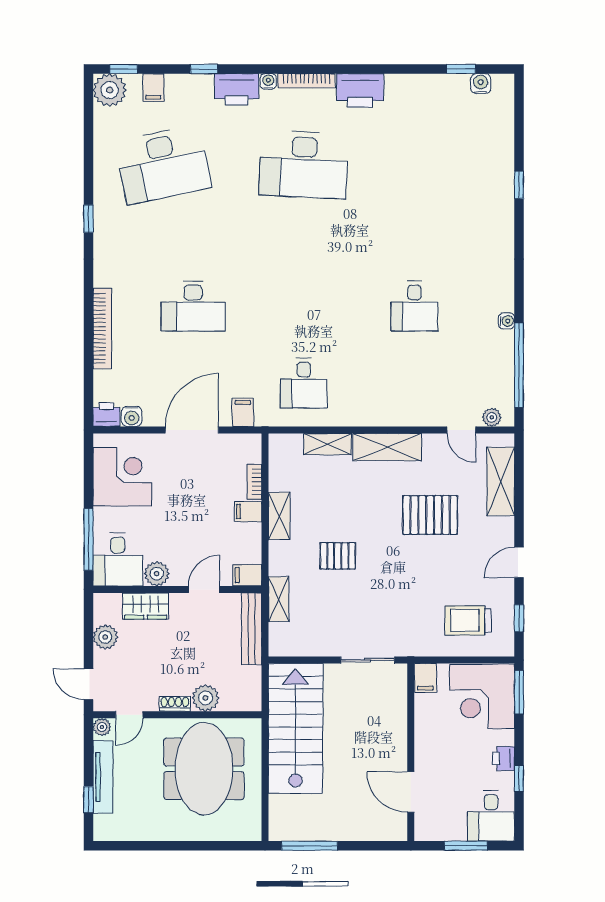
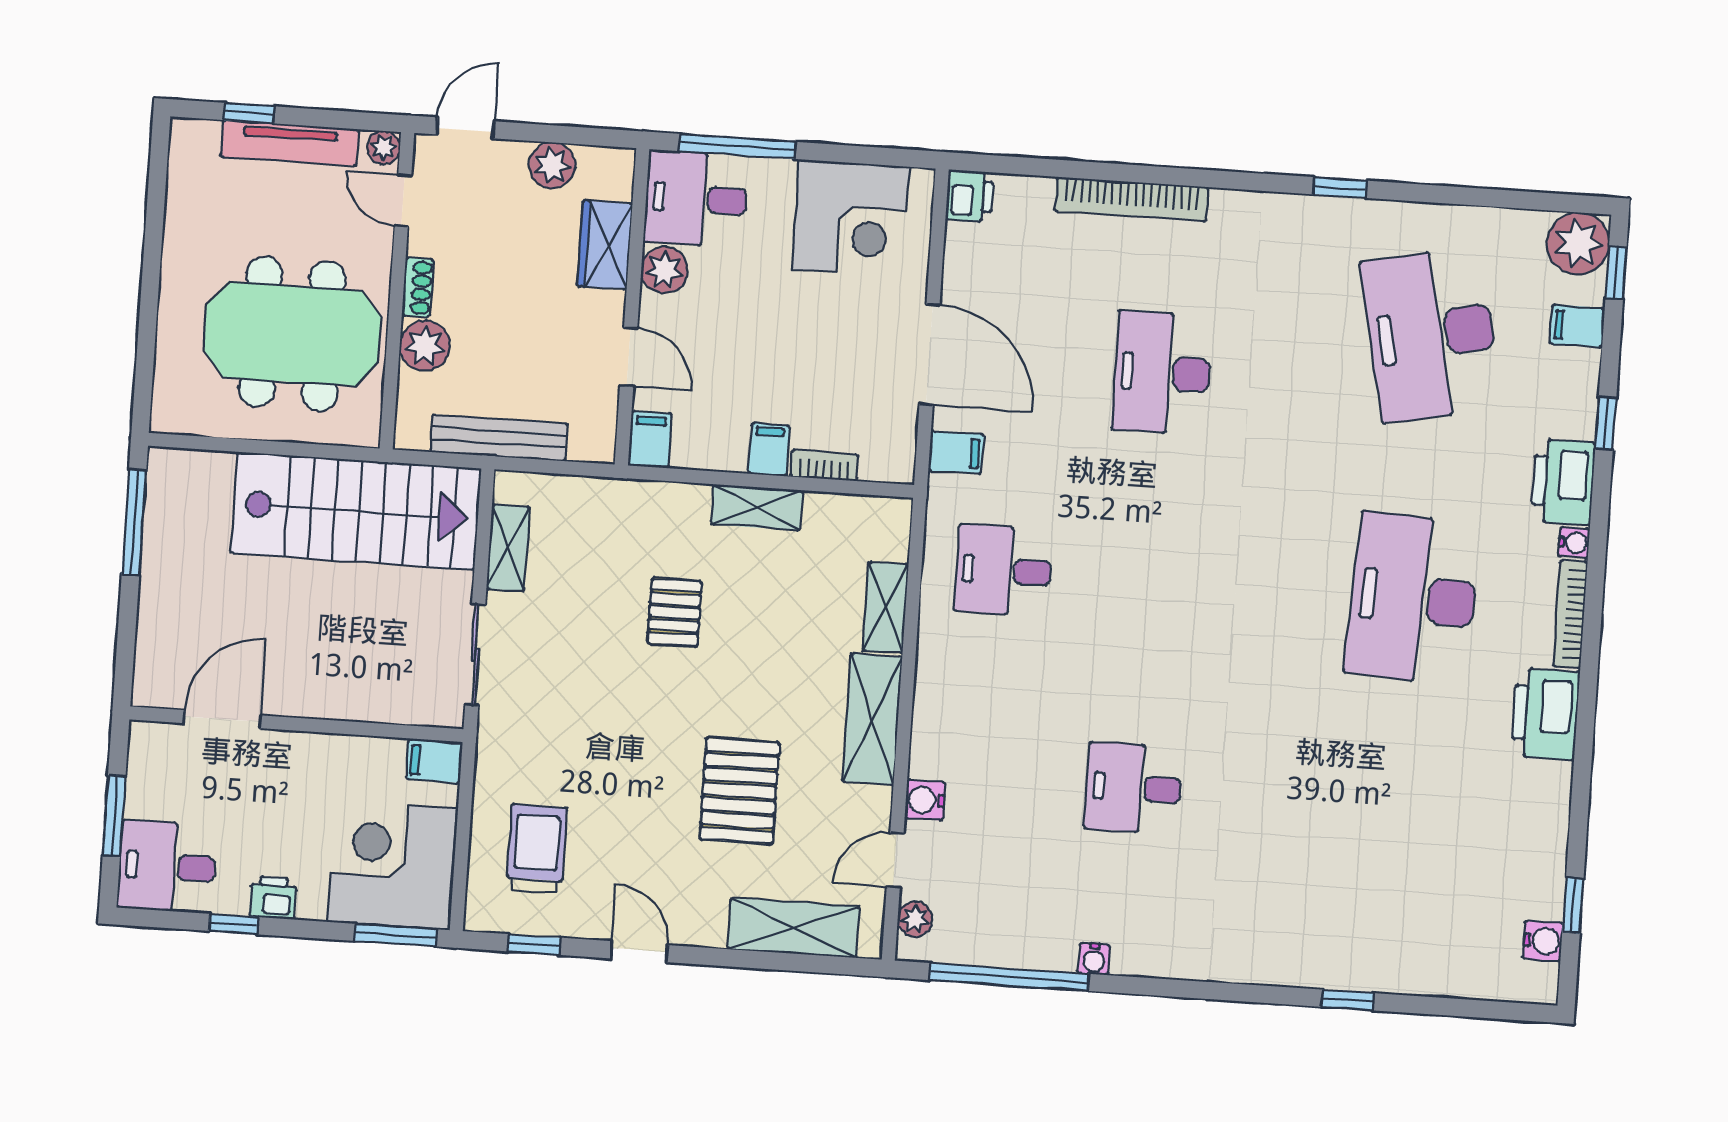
water cooler: (132, 416) -> (925, 800), moved
shelving: (279, 599) -> (508, 548), moved, turned 90
bench: (252, 629) -> (499, 438), moved

